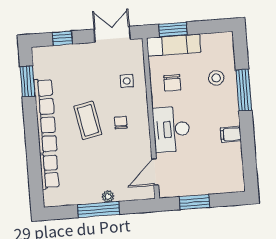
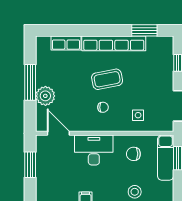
plant: (108, 196) -> (45, 96), width x1.88, depth x1.88

